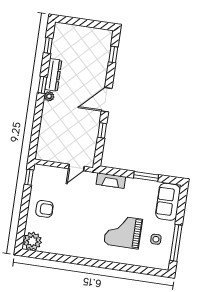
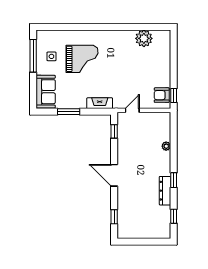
plant: (49, 96) -> (166, 146), moved
door: (107, 100) -> (114, 175), swing flipped
window: (102, 130) -> (114, 131), moved
armchair: (44, 209) -> (162, 95), moved
plant: (32, 241) -> (144, 38), moved

